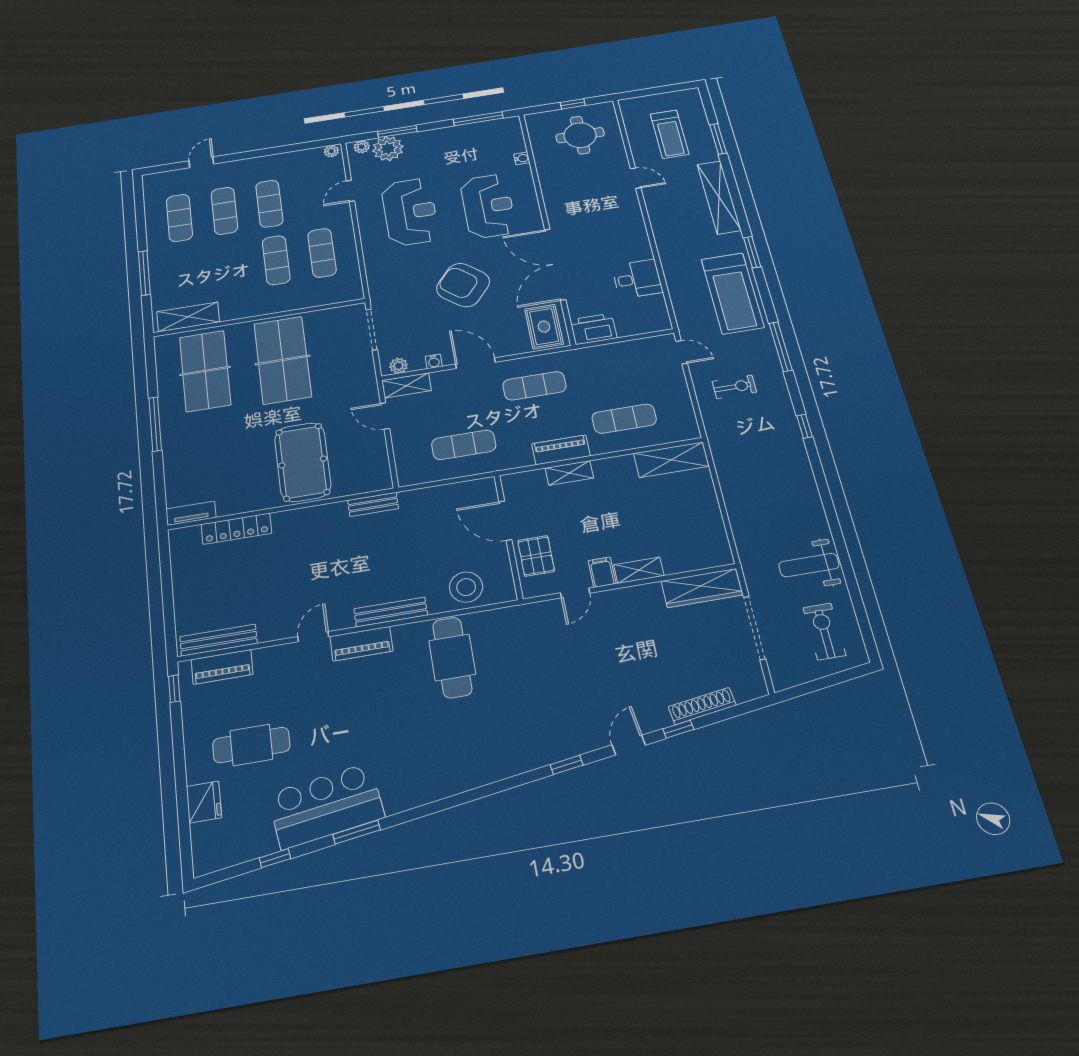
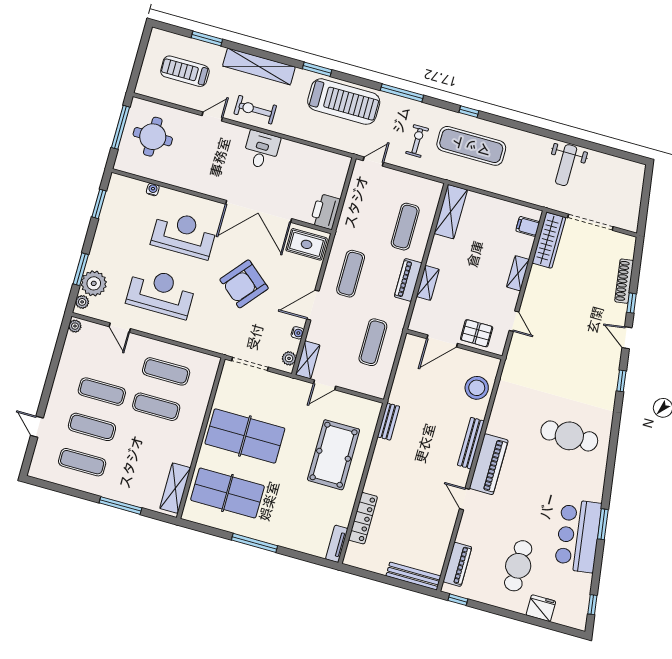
window: (573, 104) -> (120, 127), width x2.17
window: (478, 119) -> (99, 204), width x0.69
treadmill: (670, 134) -> (185, 71), turned 180
desk: (637, 279) -> (261, 150), moved
exercise mat: (765, 447) -> (471, 146), added
pool table: (303, 462) -> (334, 455), turned 90
filing cabinet: (602, 572) -> (528, 226), moved
exercise bike: (824, 631) -> (255, 110), moved
bench: (219, 640) -> (413, 576), moved, turned 90
piano: (361, 644) -> (489, 464), width x1.37, depth x1.33
cafe table: (452, 657) -> (569, 436), moved
window: (275, 858) -> (592, 605), moved

